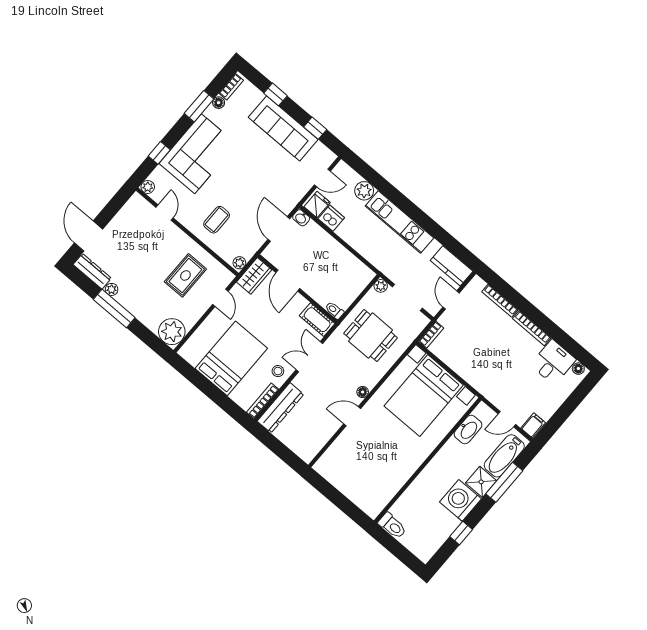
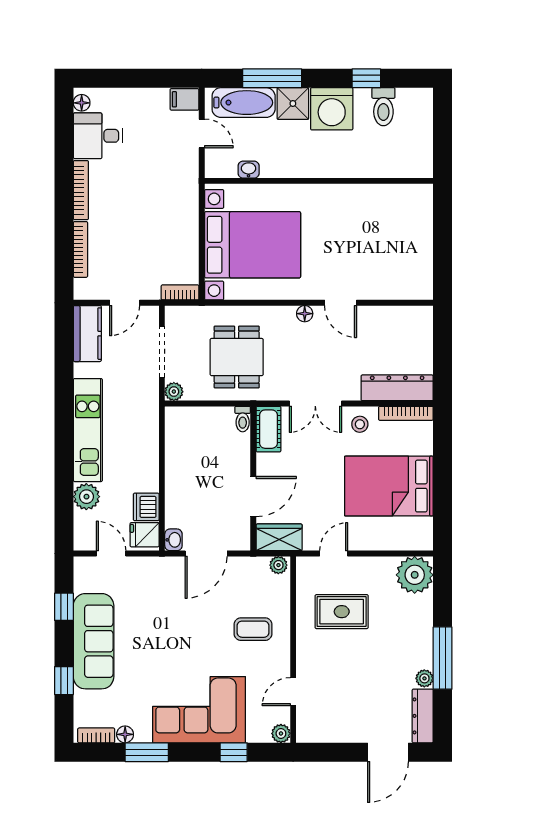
washbasin: (468, 430) -> (249, 170), width x0.52, depth x0.69
toilet: (392, 526) -> (383, 107), moved, turned 180

